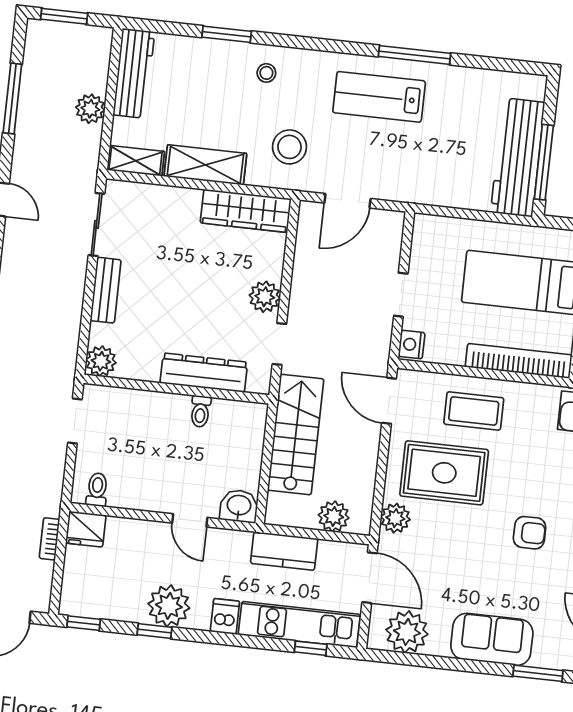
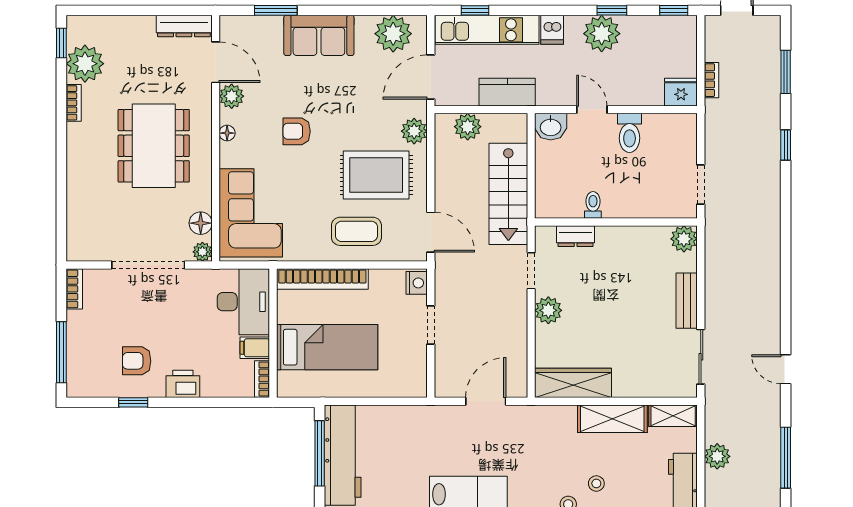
stool: (289, 147) -> (596, 483), moved, width x0.53, depth x0.53
dresser: (204, 373) -> (576, 236), width x0.51, depth x0.80
toilet: (97, 489) -> (630, 133), moved, width x1.37, depth x1.39
door: (370, 578) -> (431, 77), hinge flipped

